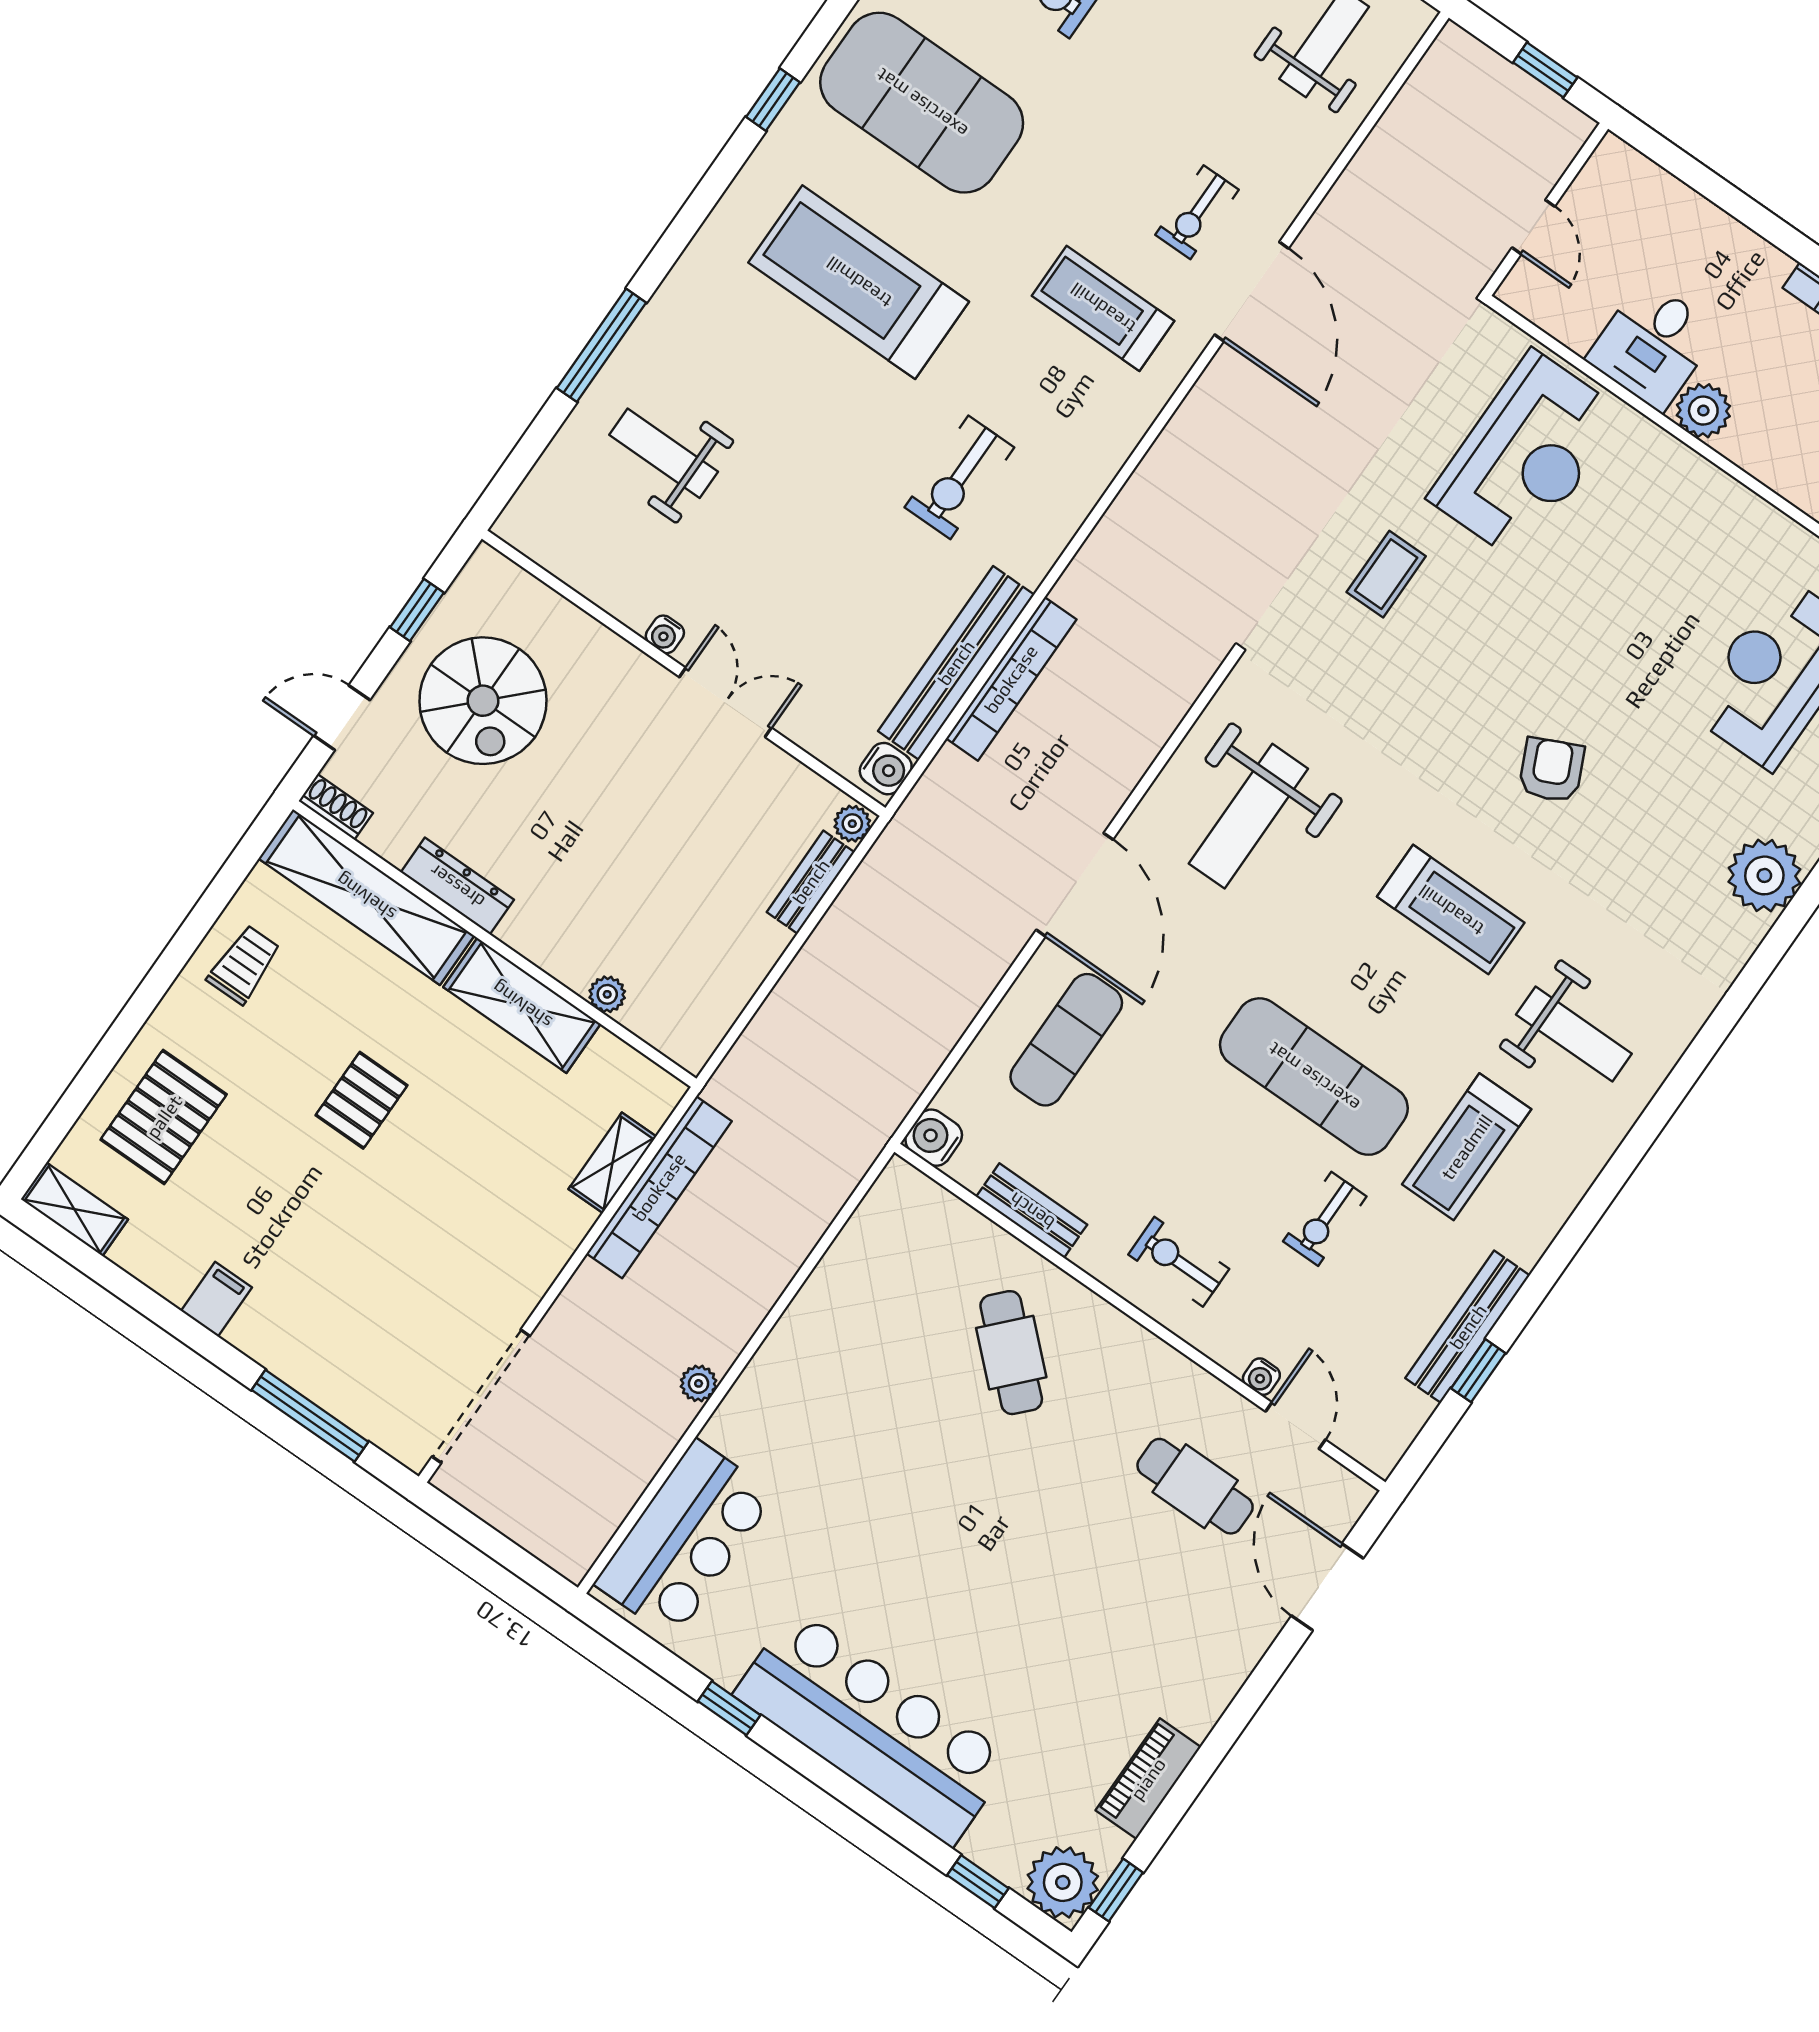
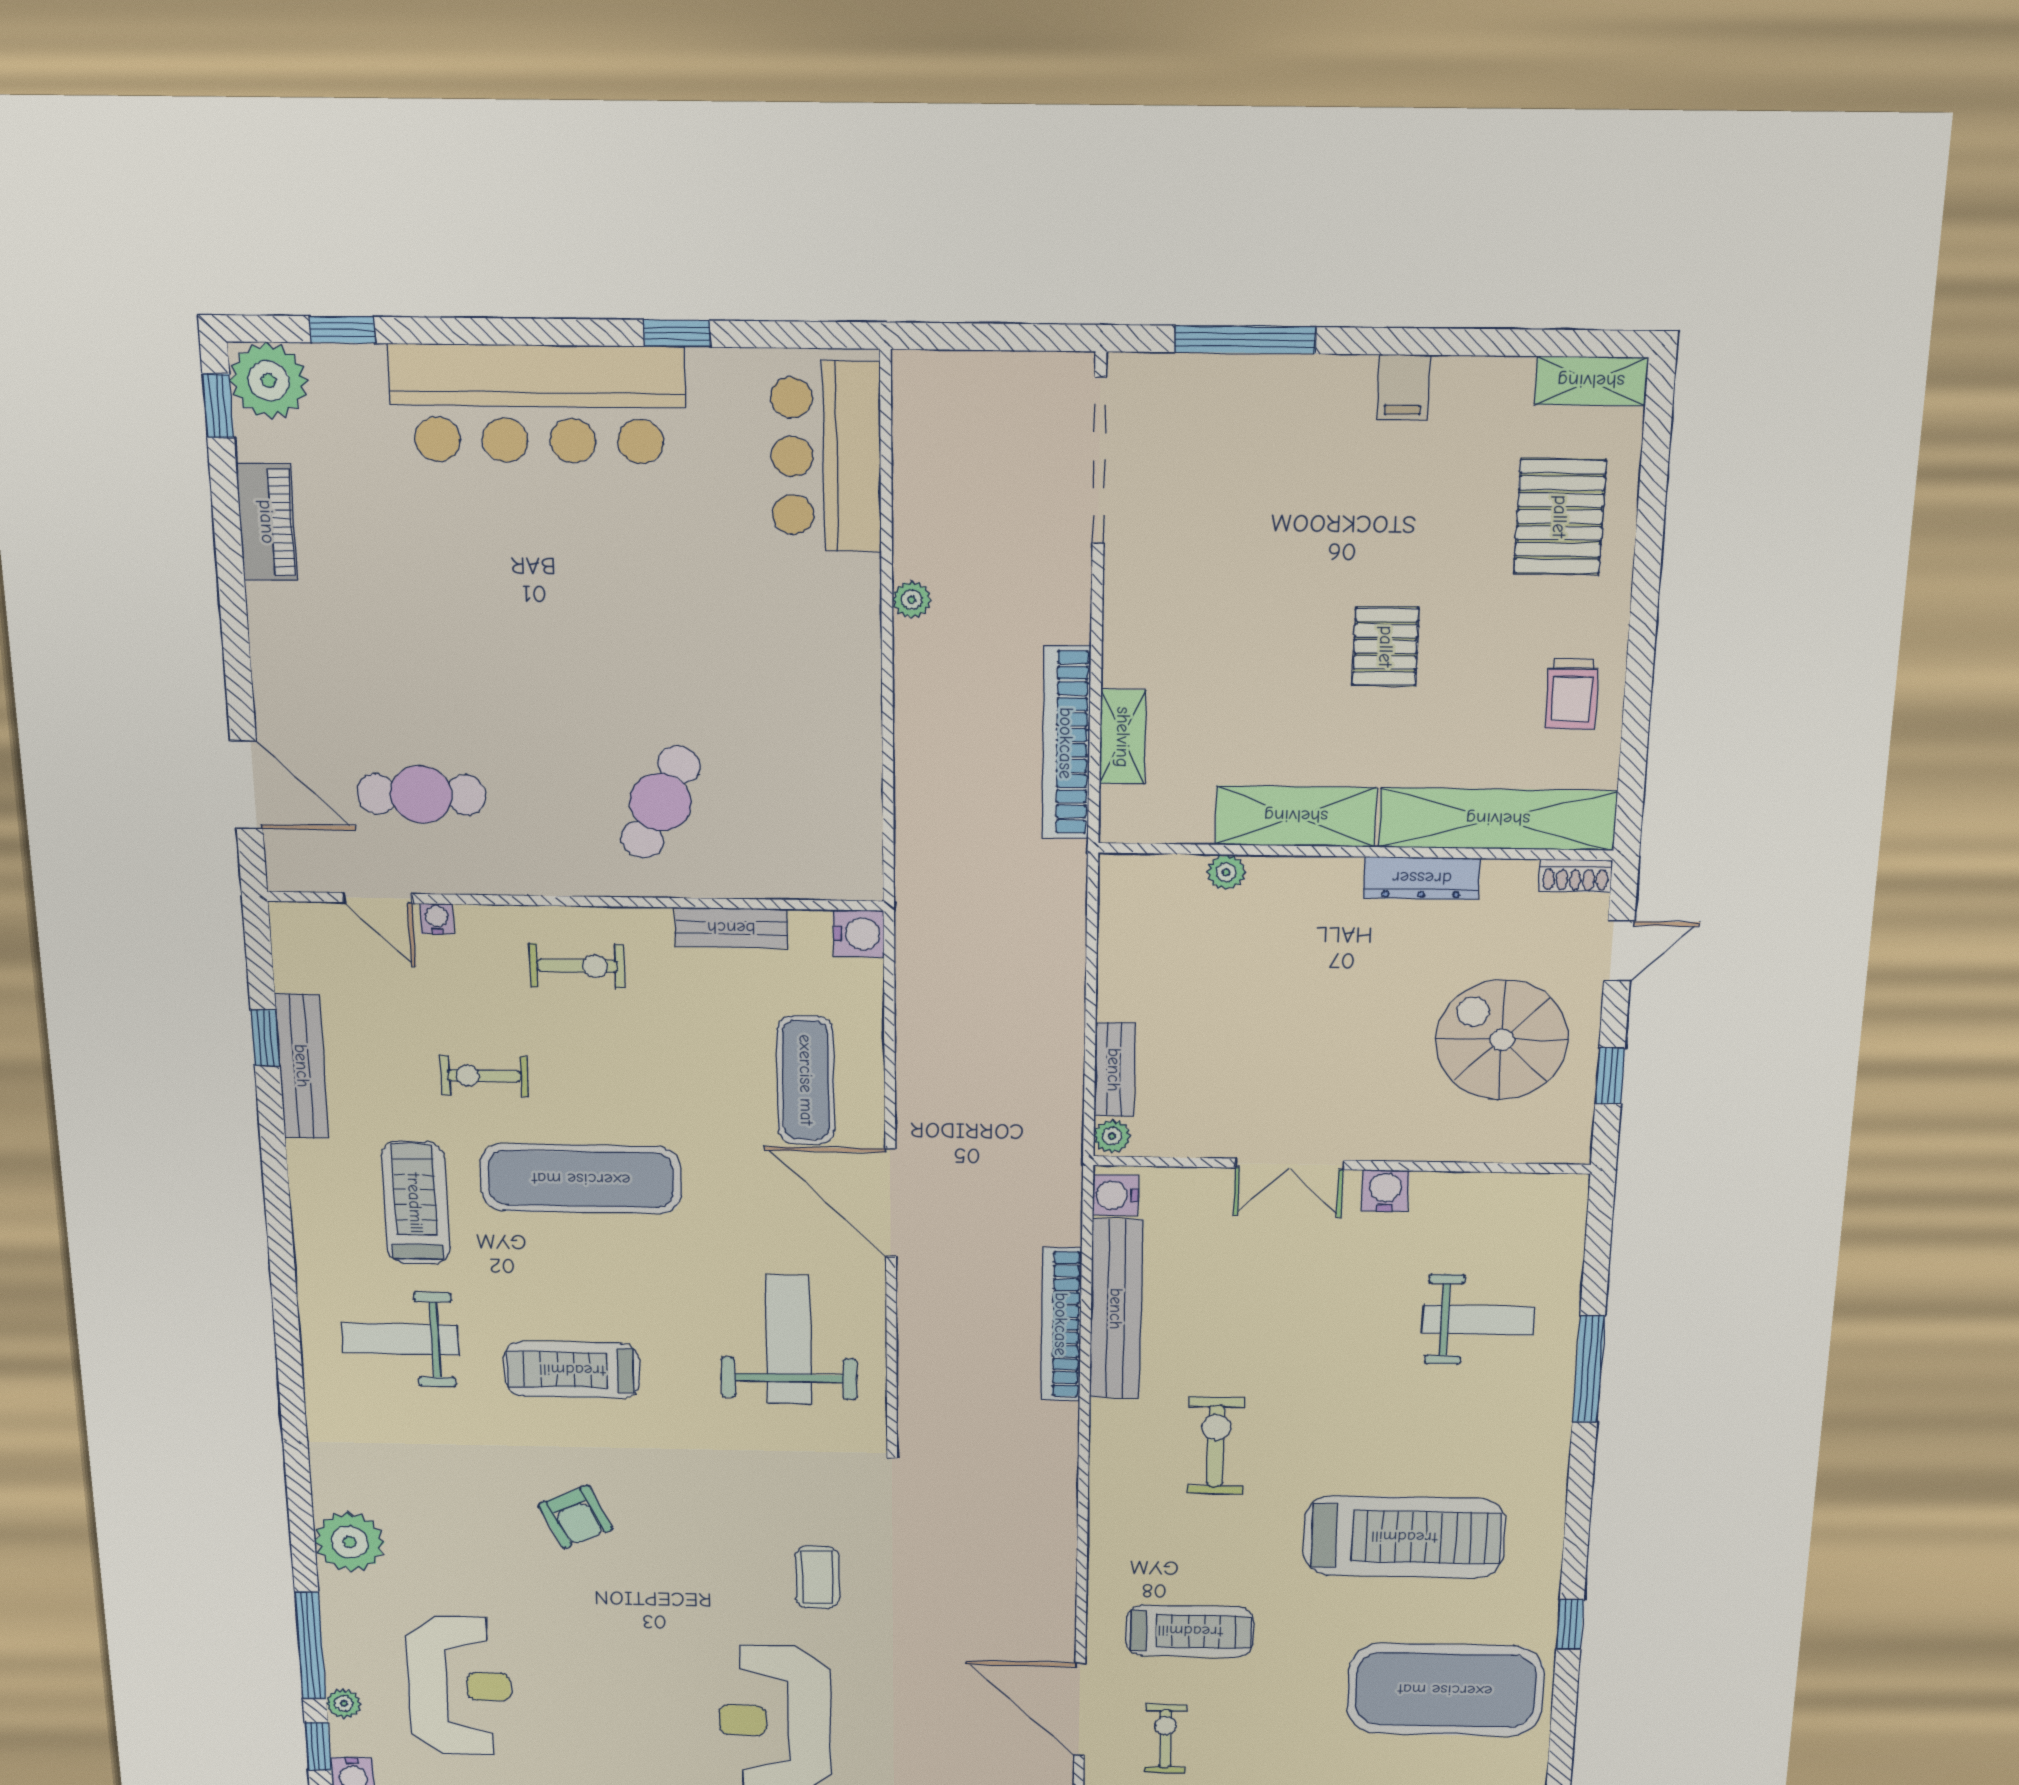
water cooler: (665, 634) -> (1385, 1191), width x1.38, depth x1.38
exercise bike: (1325, 1219) -> (484, 1076), turned -90
cafe table: (1011, 1353) -> (660, 802), turned 73

